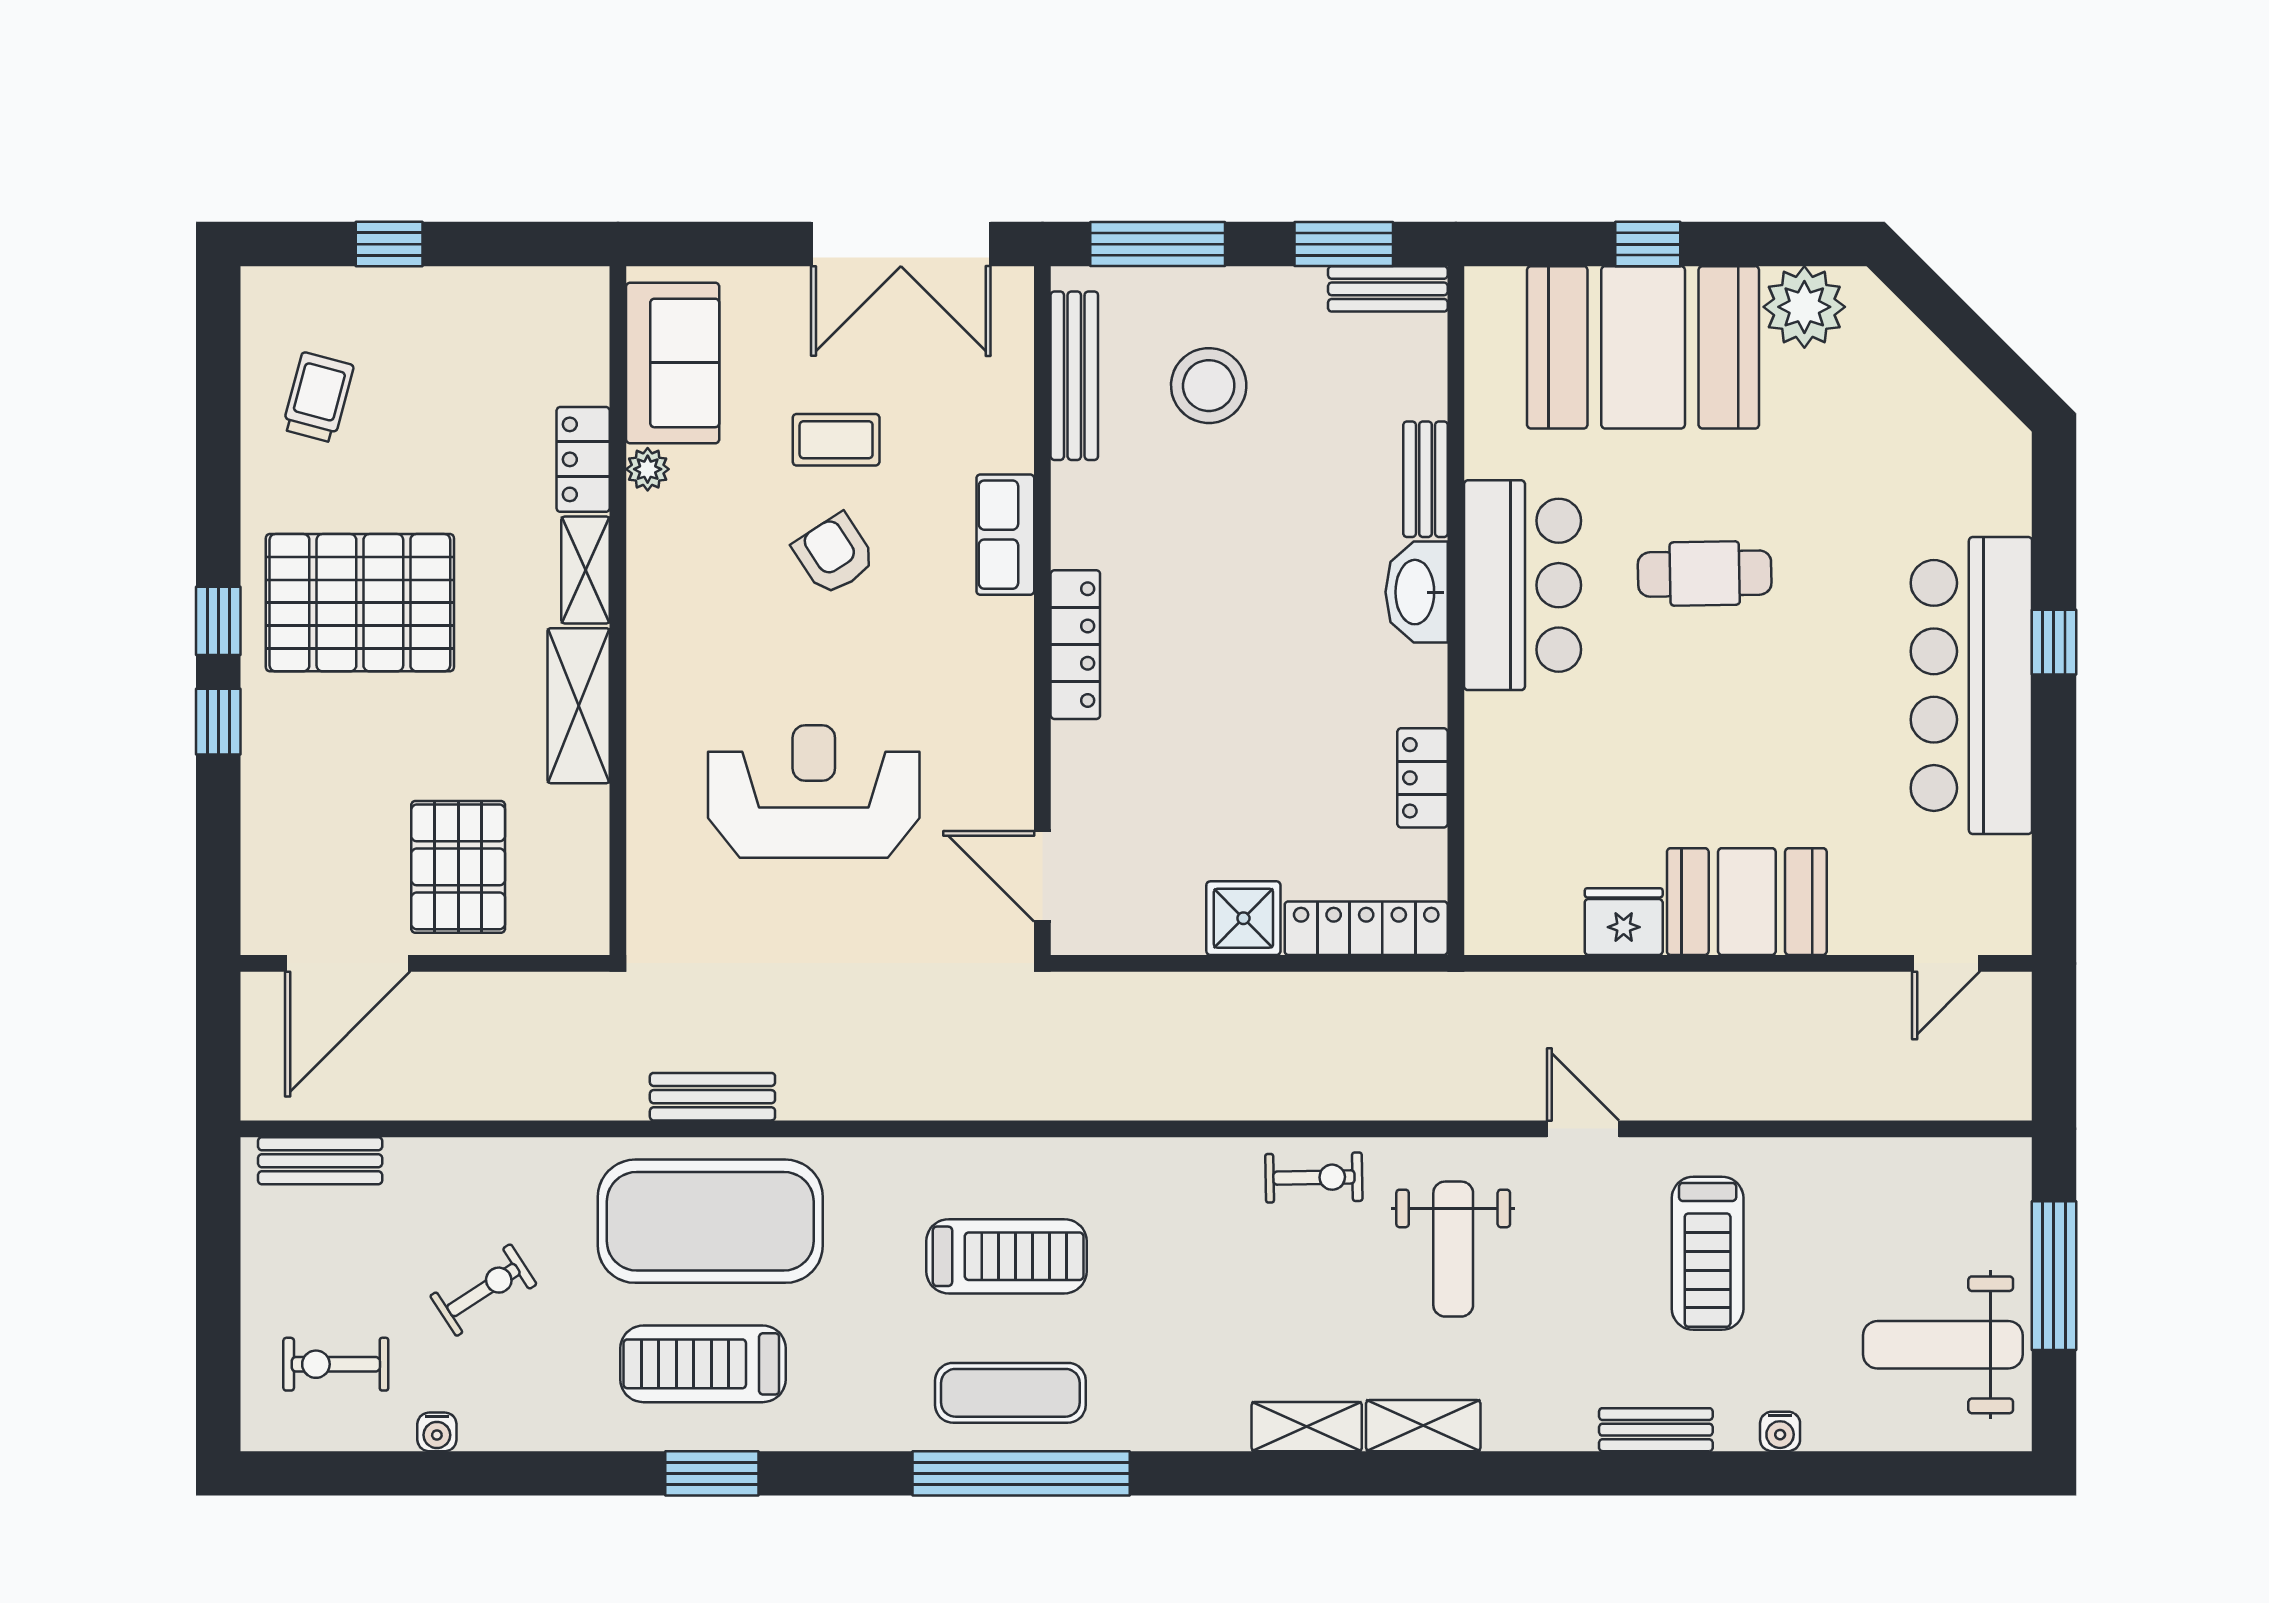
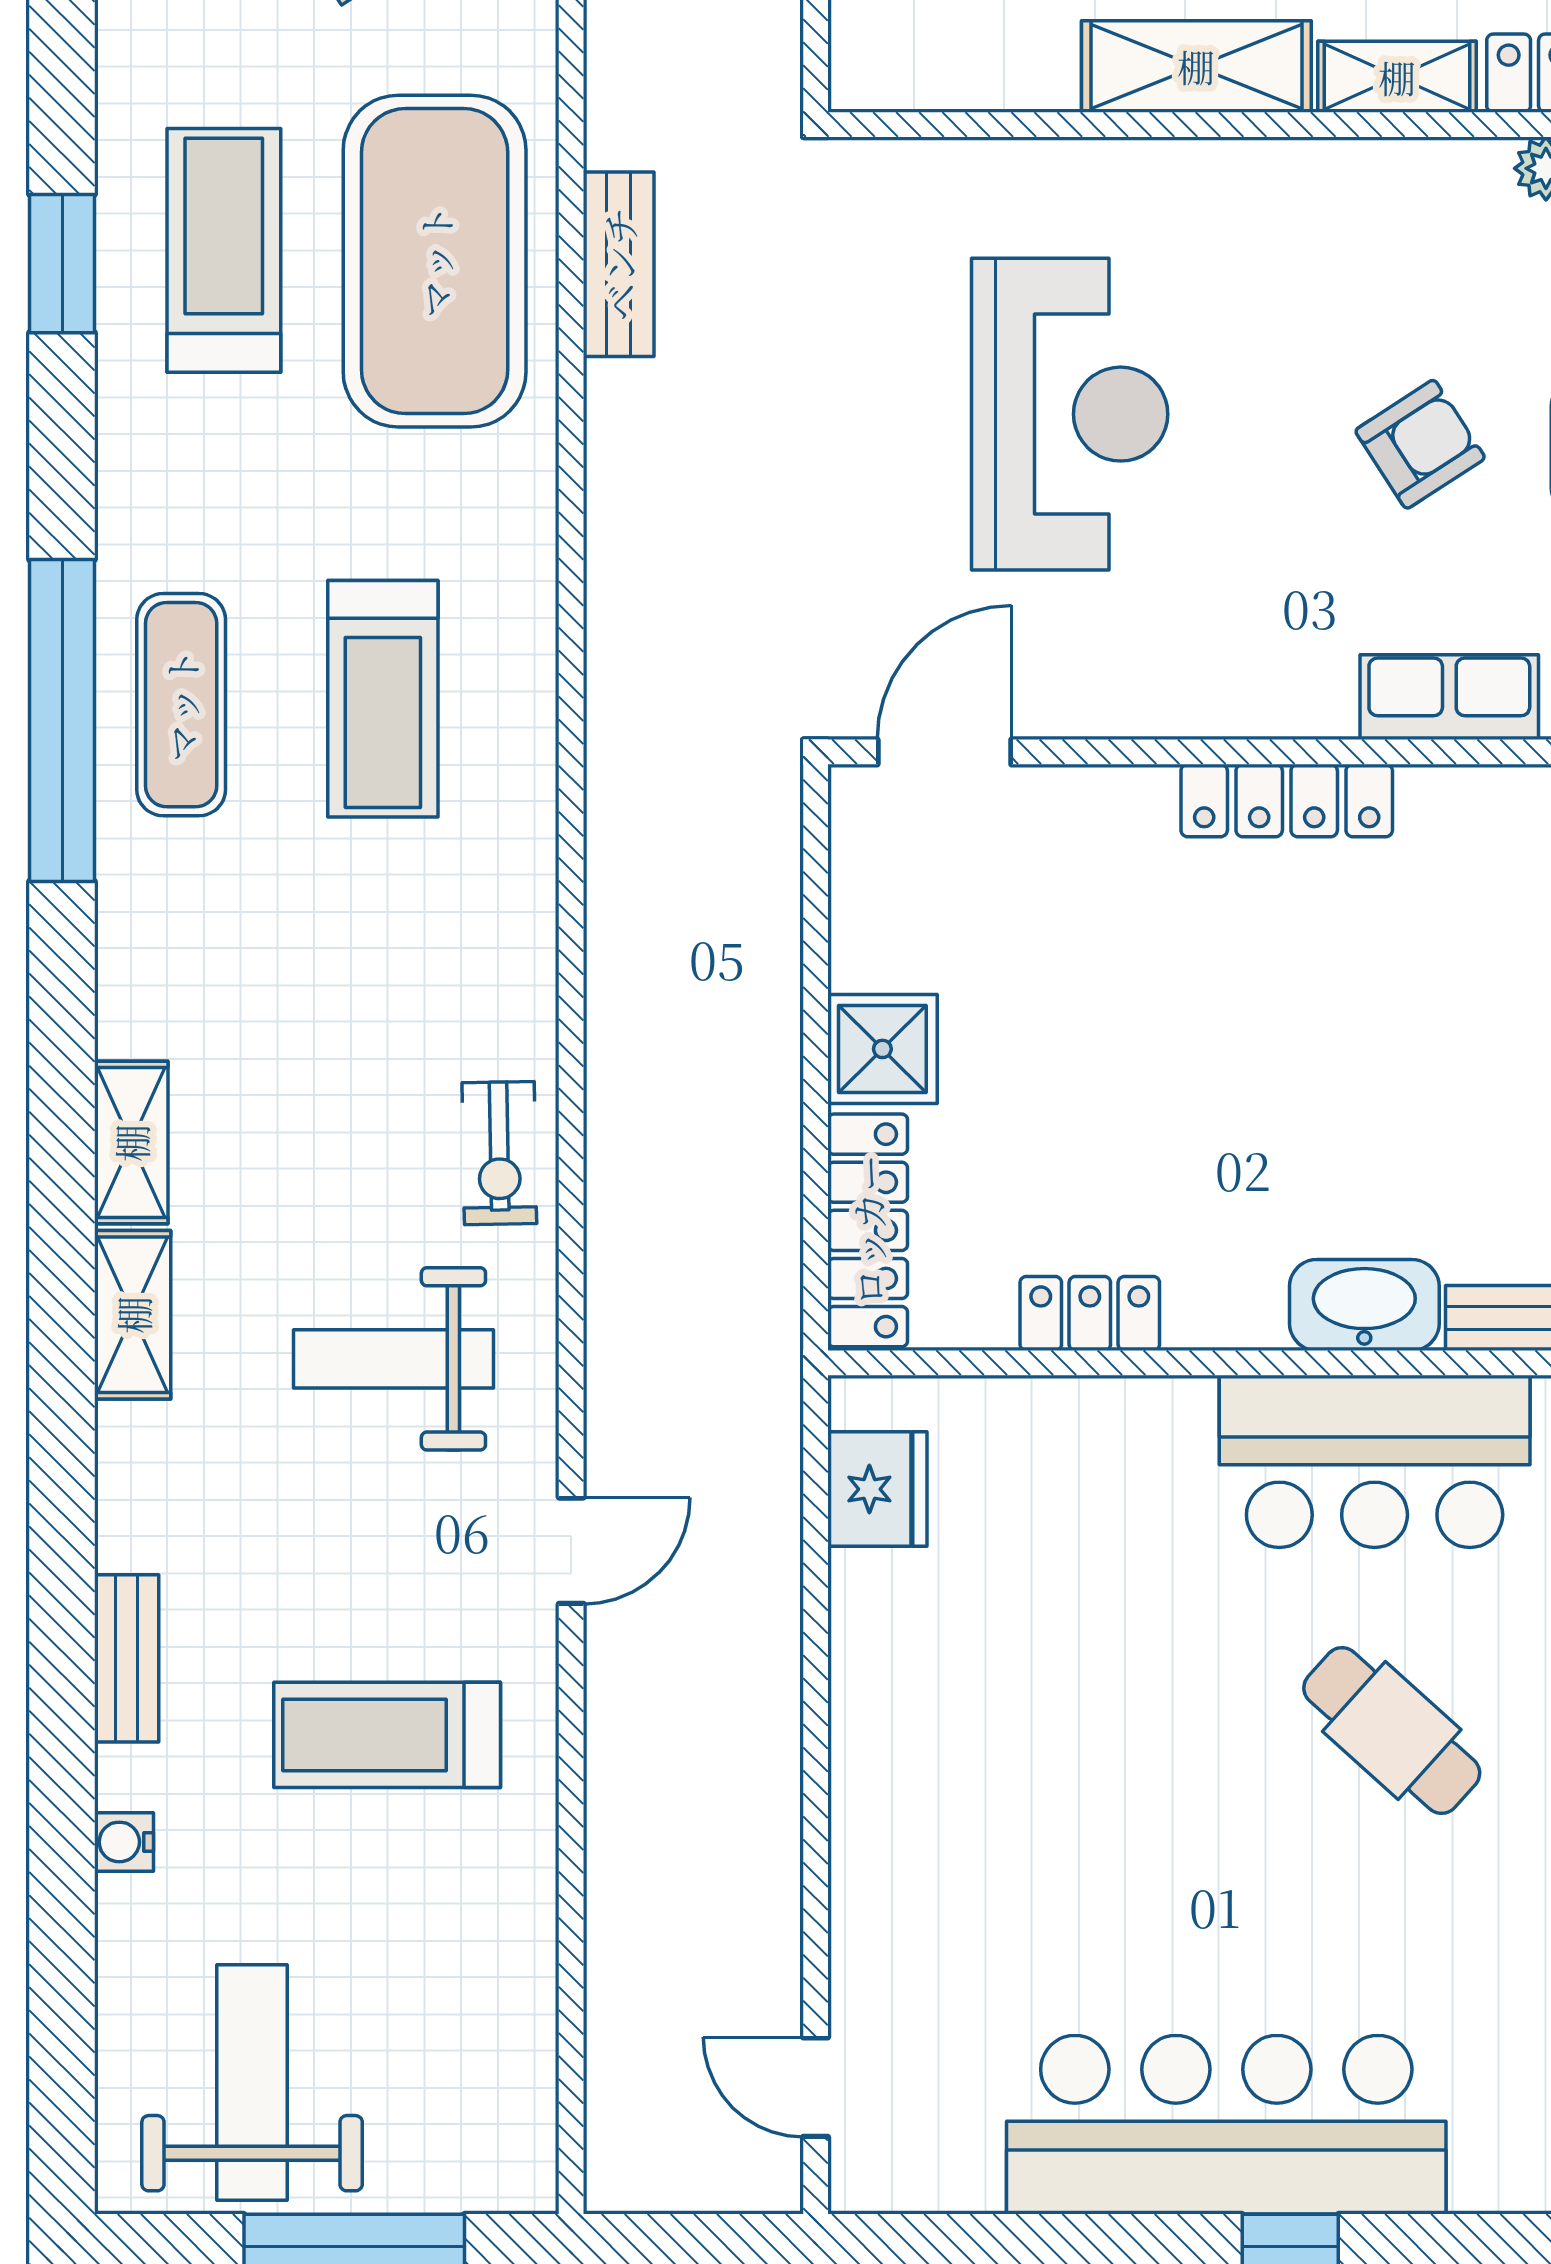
cafe table: (1705, 574) -> (1392, 1731), turned -47
booth: (1747, 902) -> (907, 1793), removed
fridge: (1624, 922) -> (877, 1489), moved

